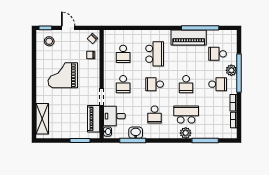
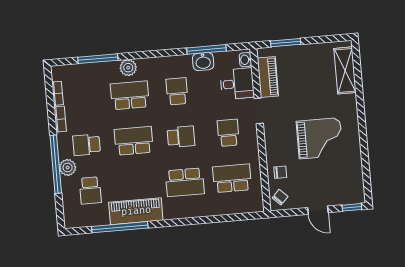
stool: (49, 41) -> (345, 188), removed
school desk: (123, 54) -> (232, 178), width x1.85
school desk: (155, 54) -> (185, 182), turned -90
school desk: (218, 54) -> (90, 190), turned 90
school desk: (186, 84) -> (134, 141), width x1.85
school desk: (186, 115) -> (130, 95), turned 180

